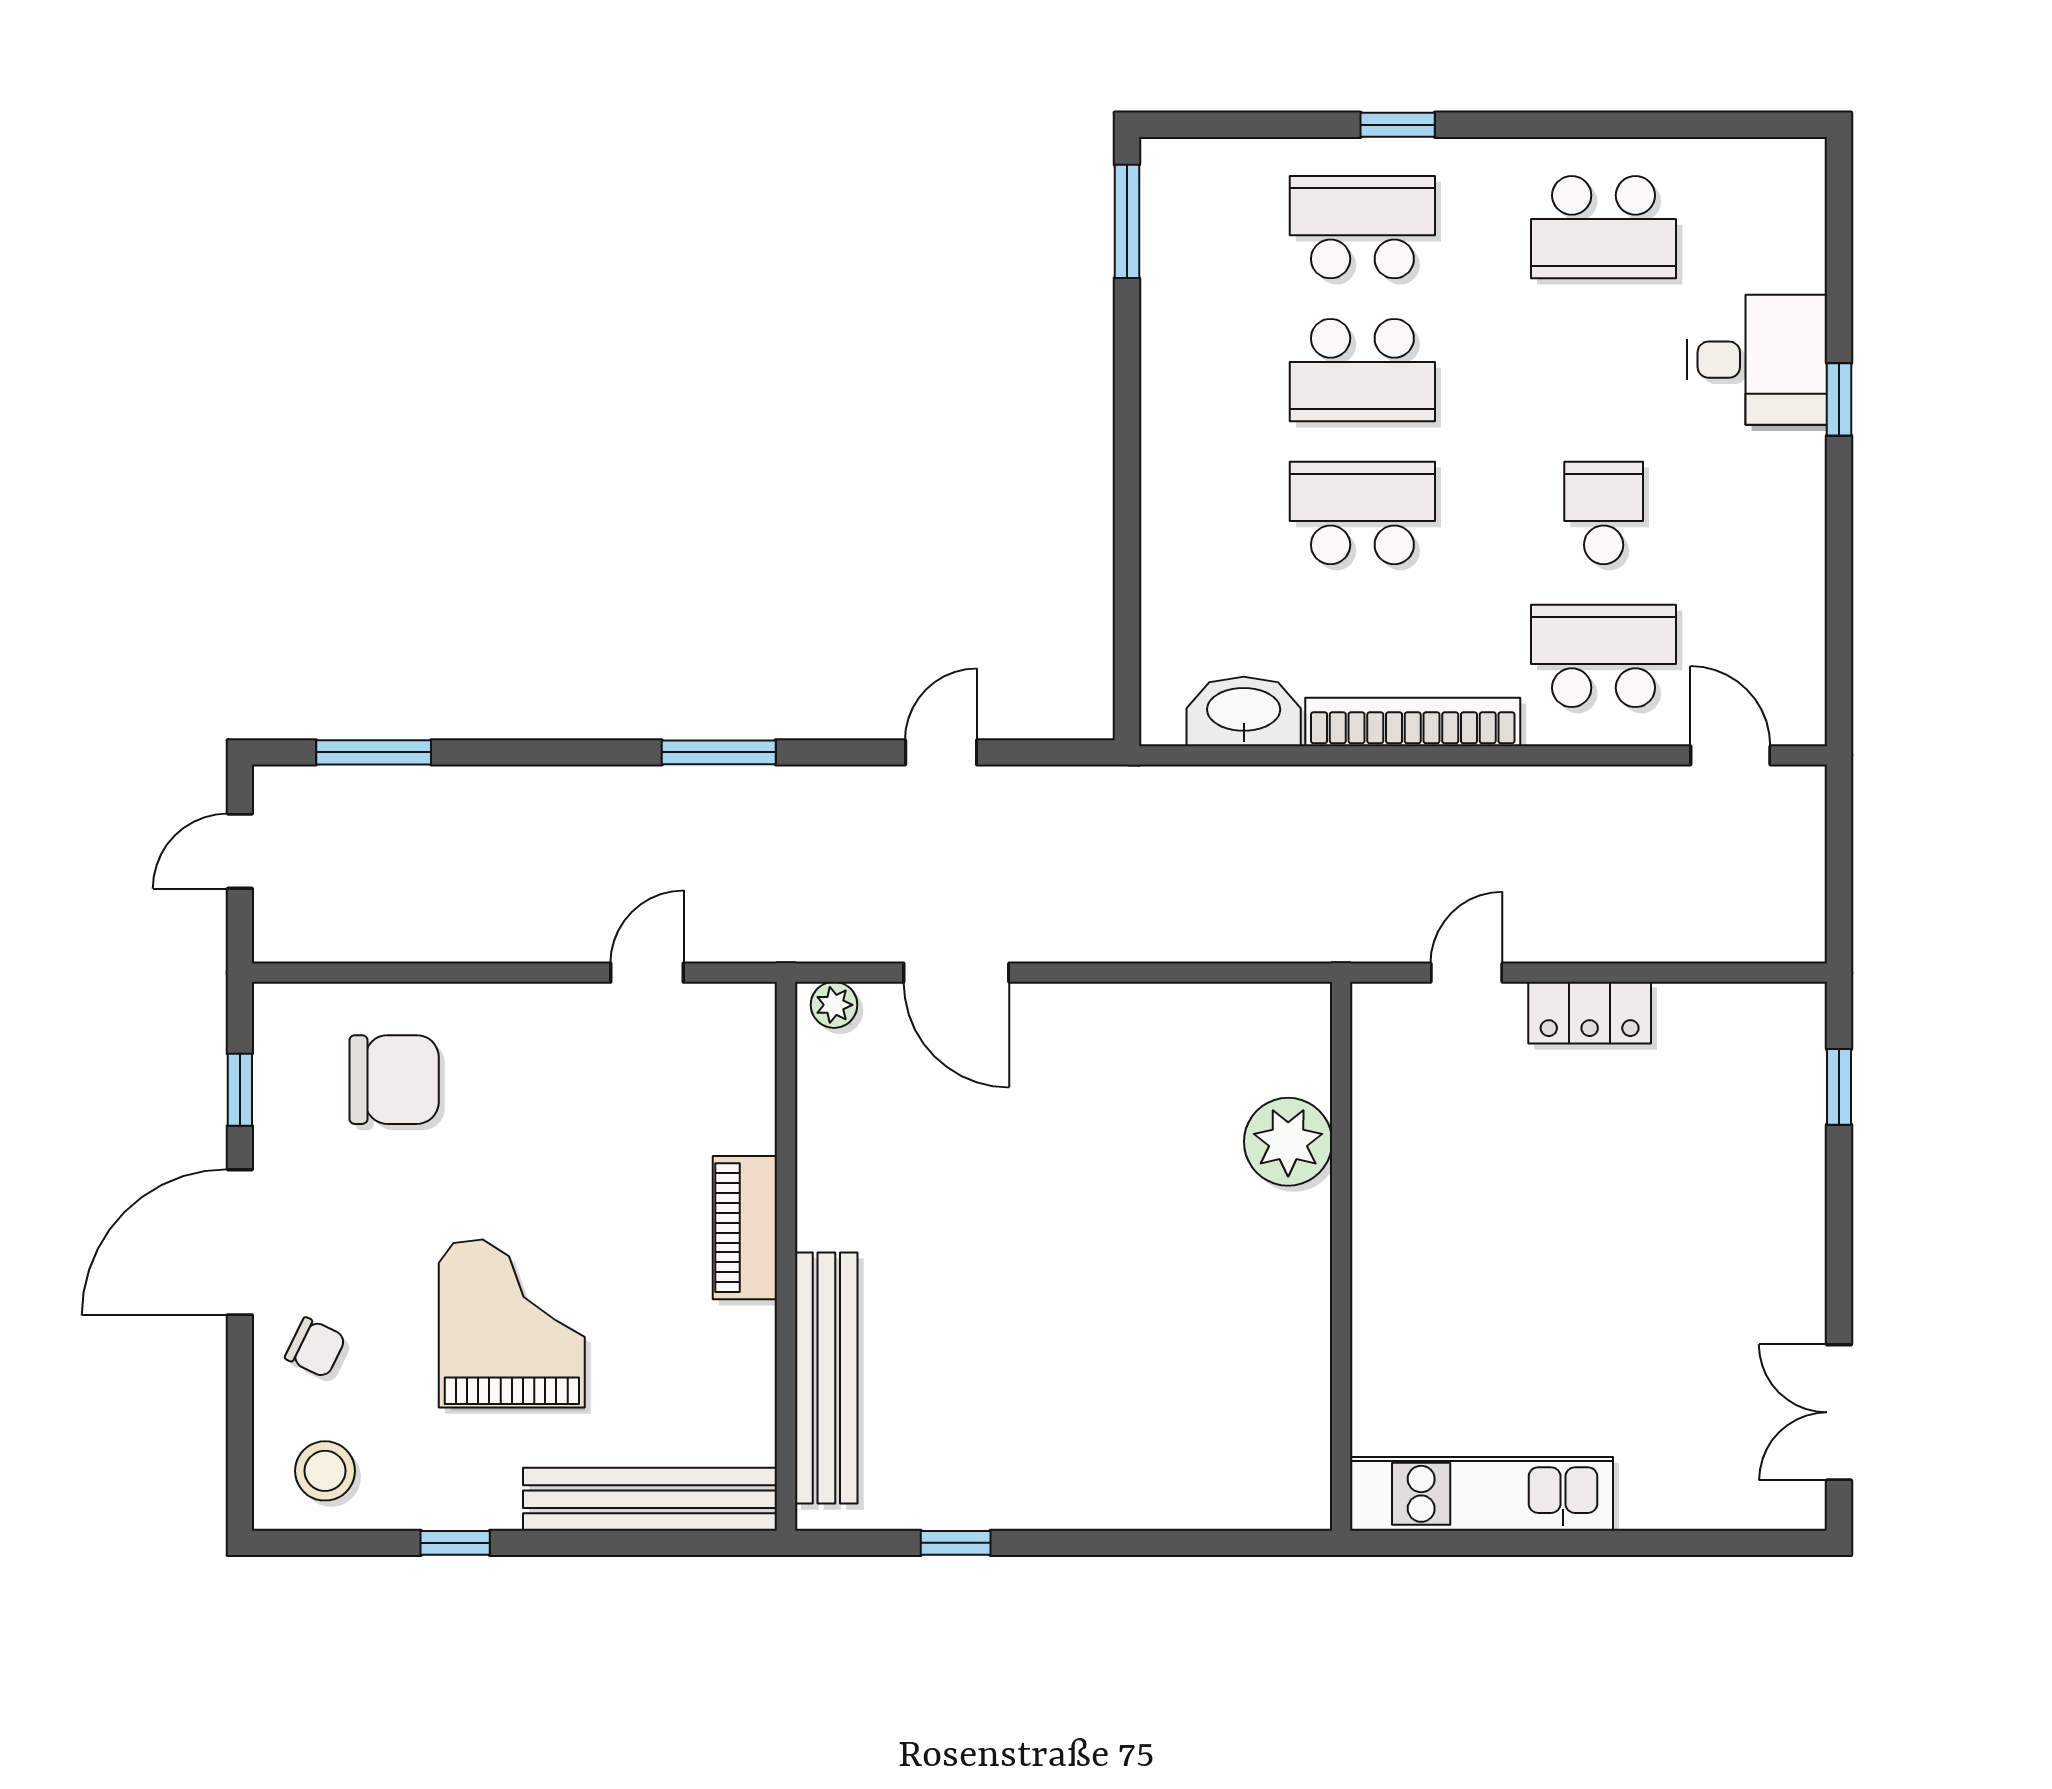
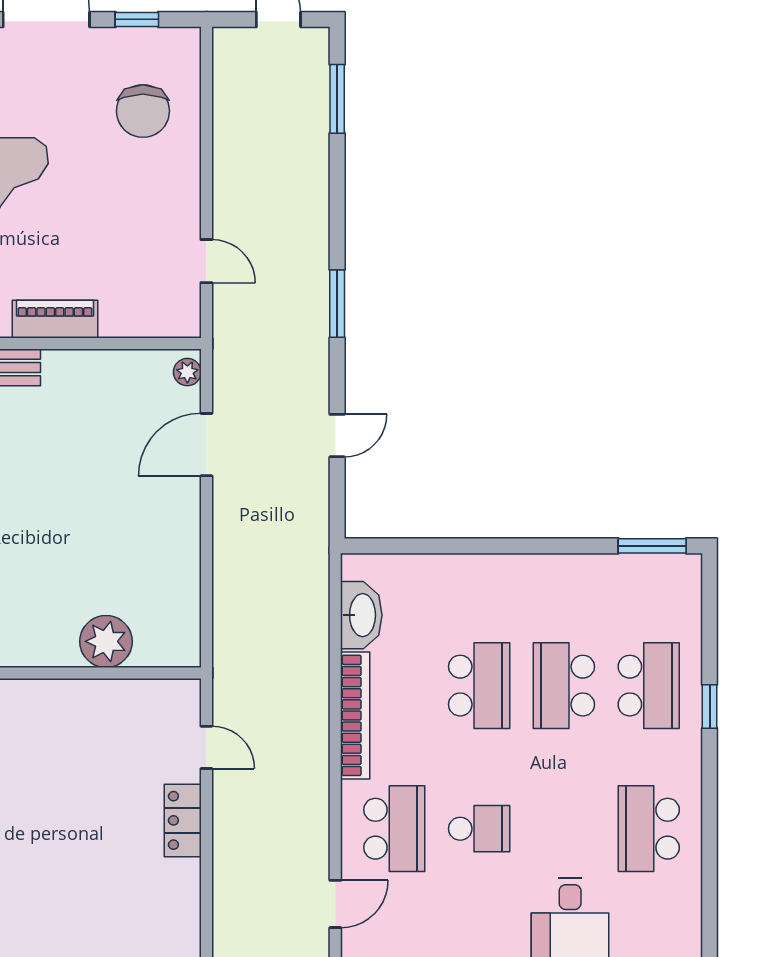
door: (941, 752) -> (337, 436), hinge flipped

